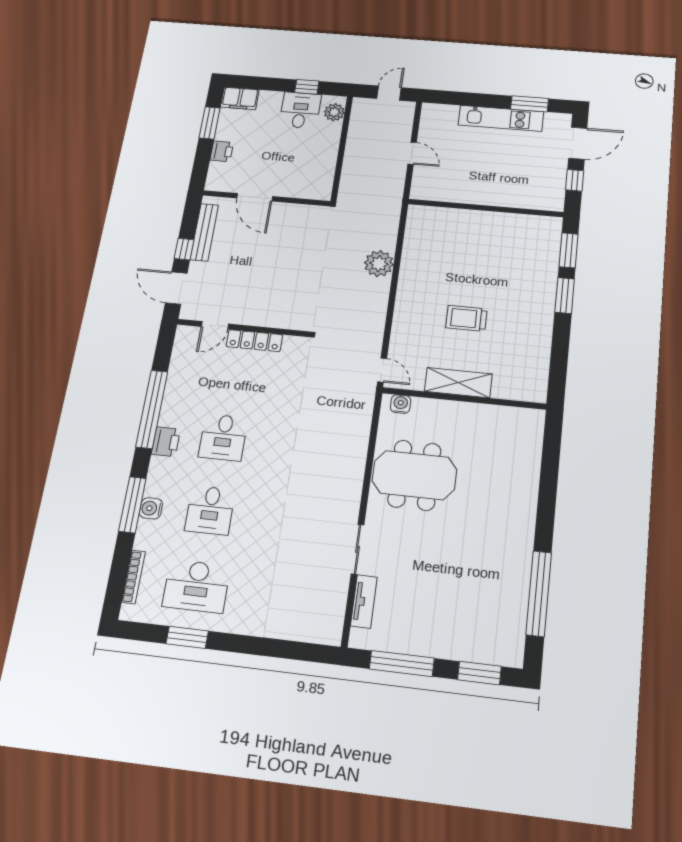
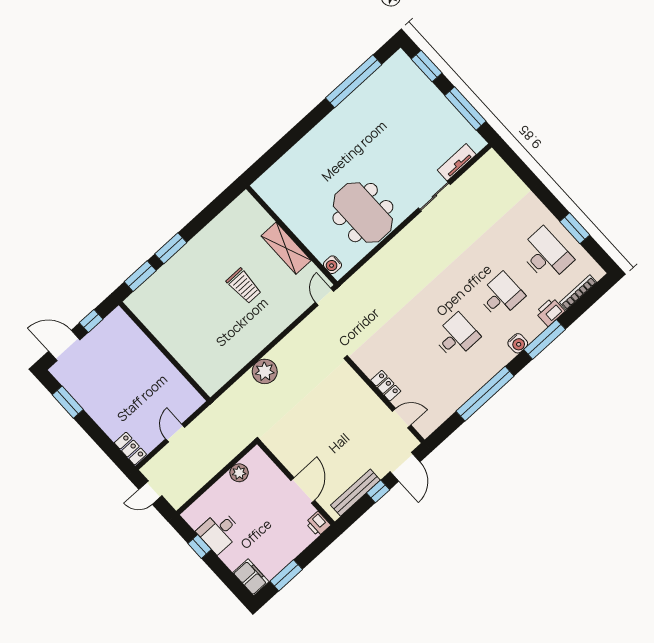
plant: (334, 112) -> (239, 473), moved
locker: (439, 112) -> (130, 449), added
kitchen unit: (501, 118) -> (96, 408), removed
printer: (222, 151) -> (318, 524), moved, turned -90
locker: (254, 341) -> (386, 386), width x0.66
printer: (166, 442) -> (550, 312), moved
water cooler: (151, 508) -> (518, 343), moved

